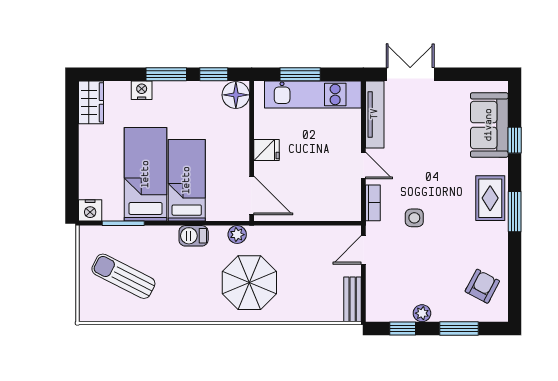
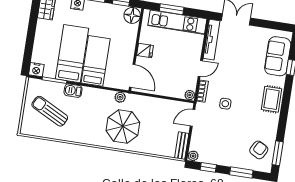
door: (363, 166) -> (200, 68), hinge flipped
window: (515, 212) -> (278, 153), moved
plant: (353, 213) -> (190, 95), added
barbecue: (194, 236) -> (73, 91), moved
plant: (422, 313) -> (193, 156), moved

